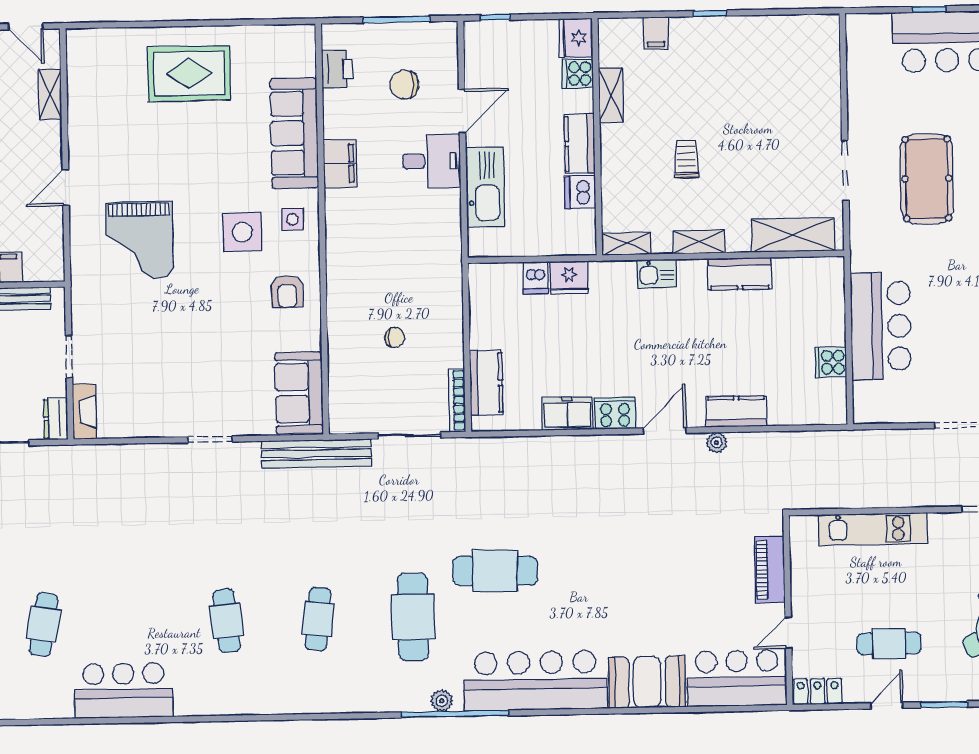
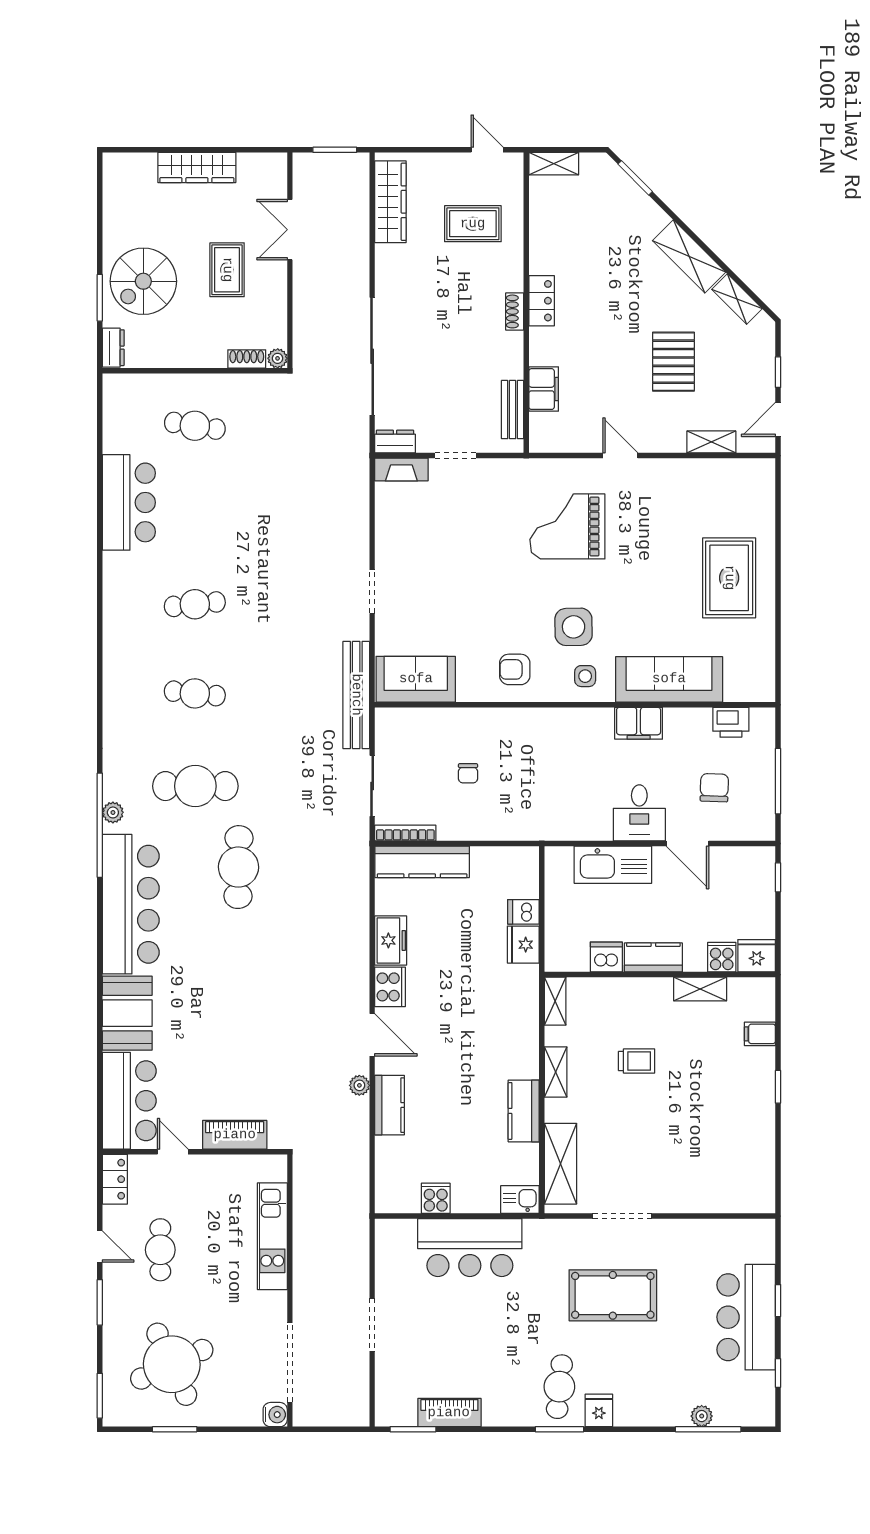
kitchen sink: (657, 274) -> (520, 1200), moved, turned 90
kitchen counter: (486, 383) -> (422, 862), width x1.50

